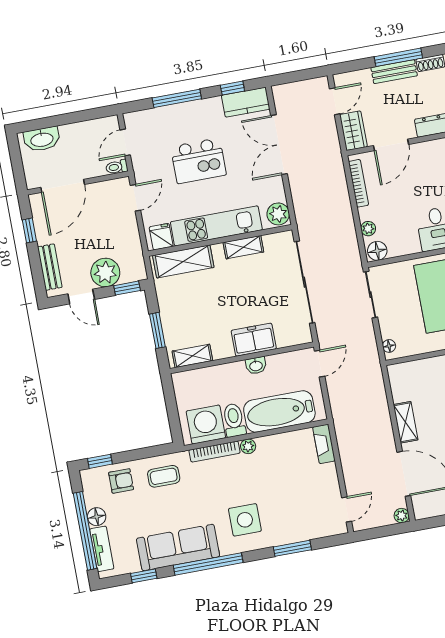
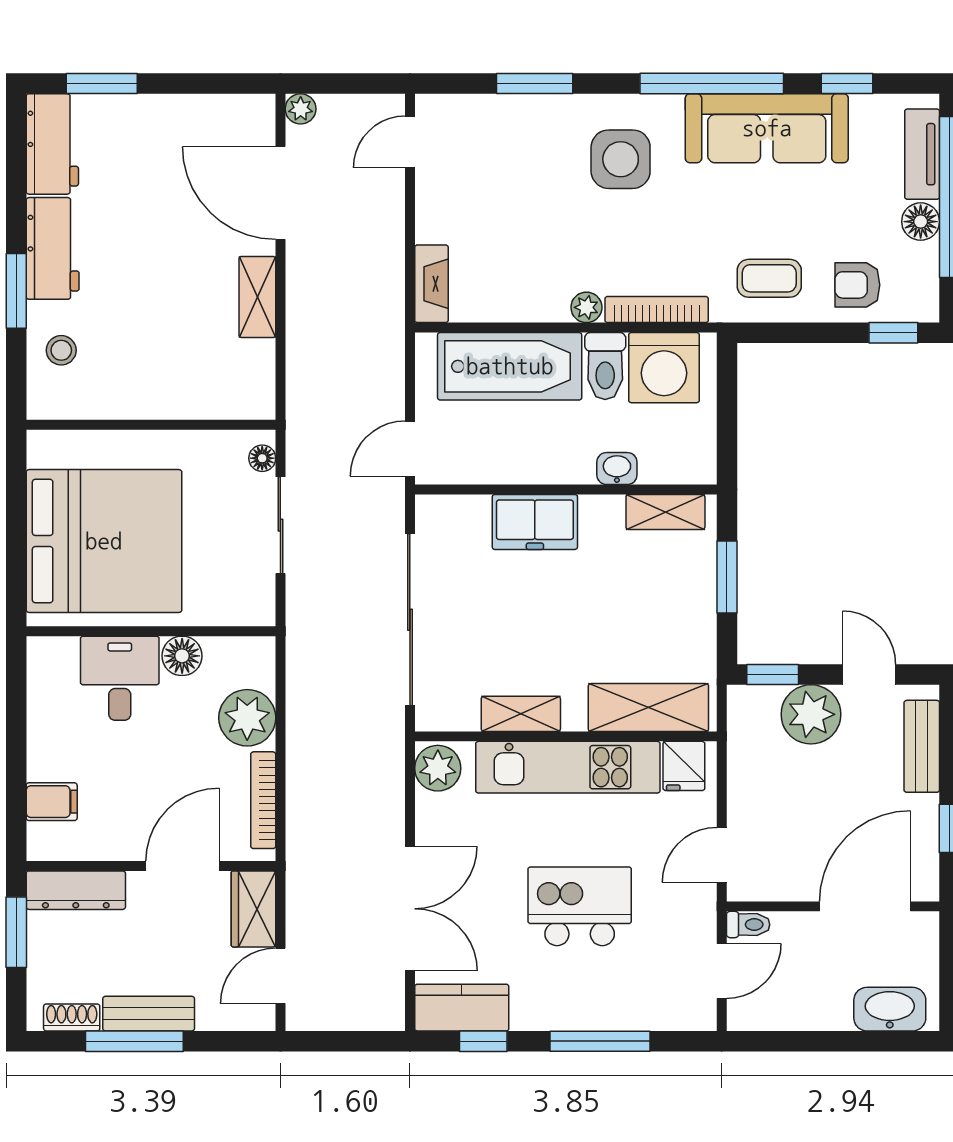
plant: (368, 229) -> (247, 718), width x1.87, depth x1.87
floor lamp: (377, 251) -> (182, 656), moved
sliding door: (371, 295) -> (280, 525), moved
washbasin: (256, 366) -> (617, 469), moved

